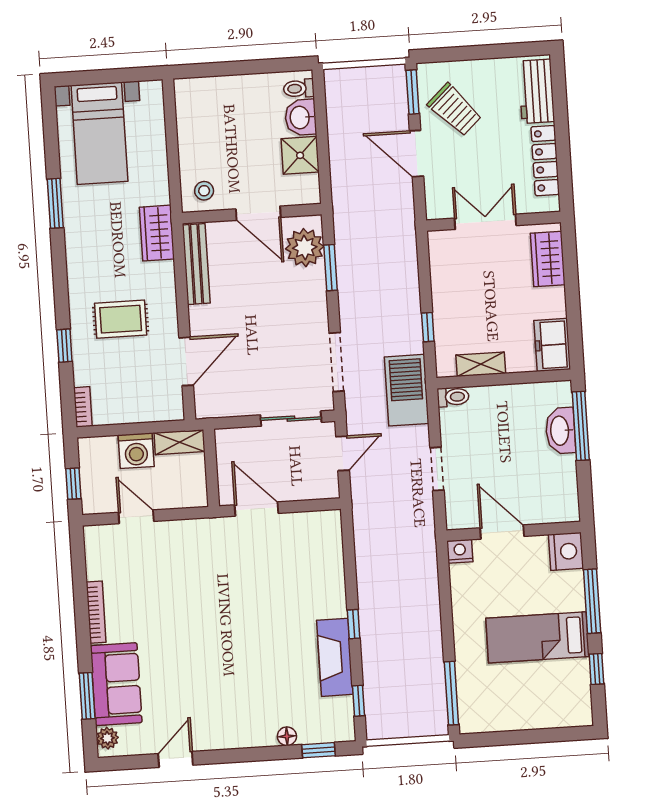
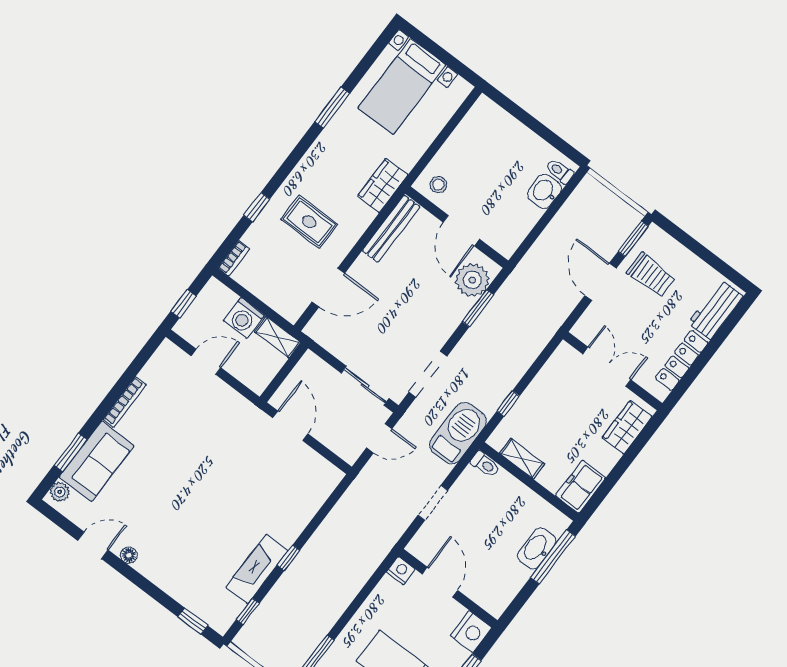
trolley: (455, 110) -> (651, 275), turned -47
shower: (300, 155) -> (522, 216), removed
door: (136, 517) -> (206, 362), hinge flipped
floor lamp: (287, 736) -> (129, 555), moved

